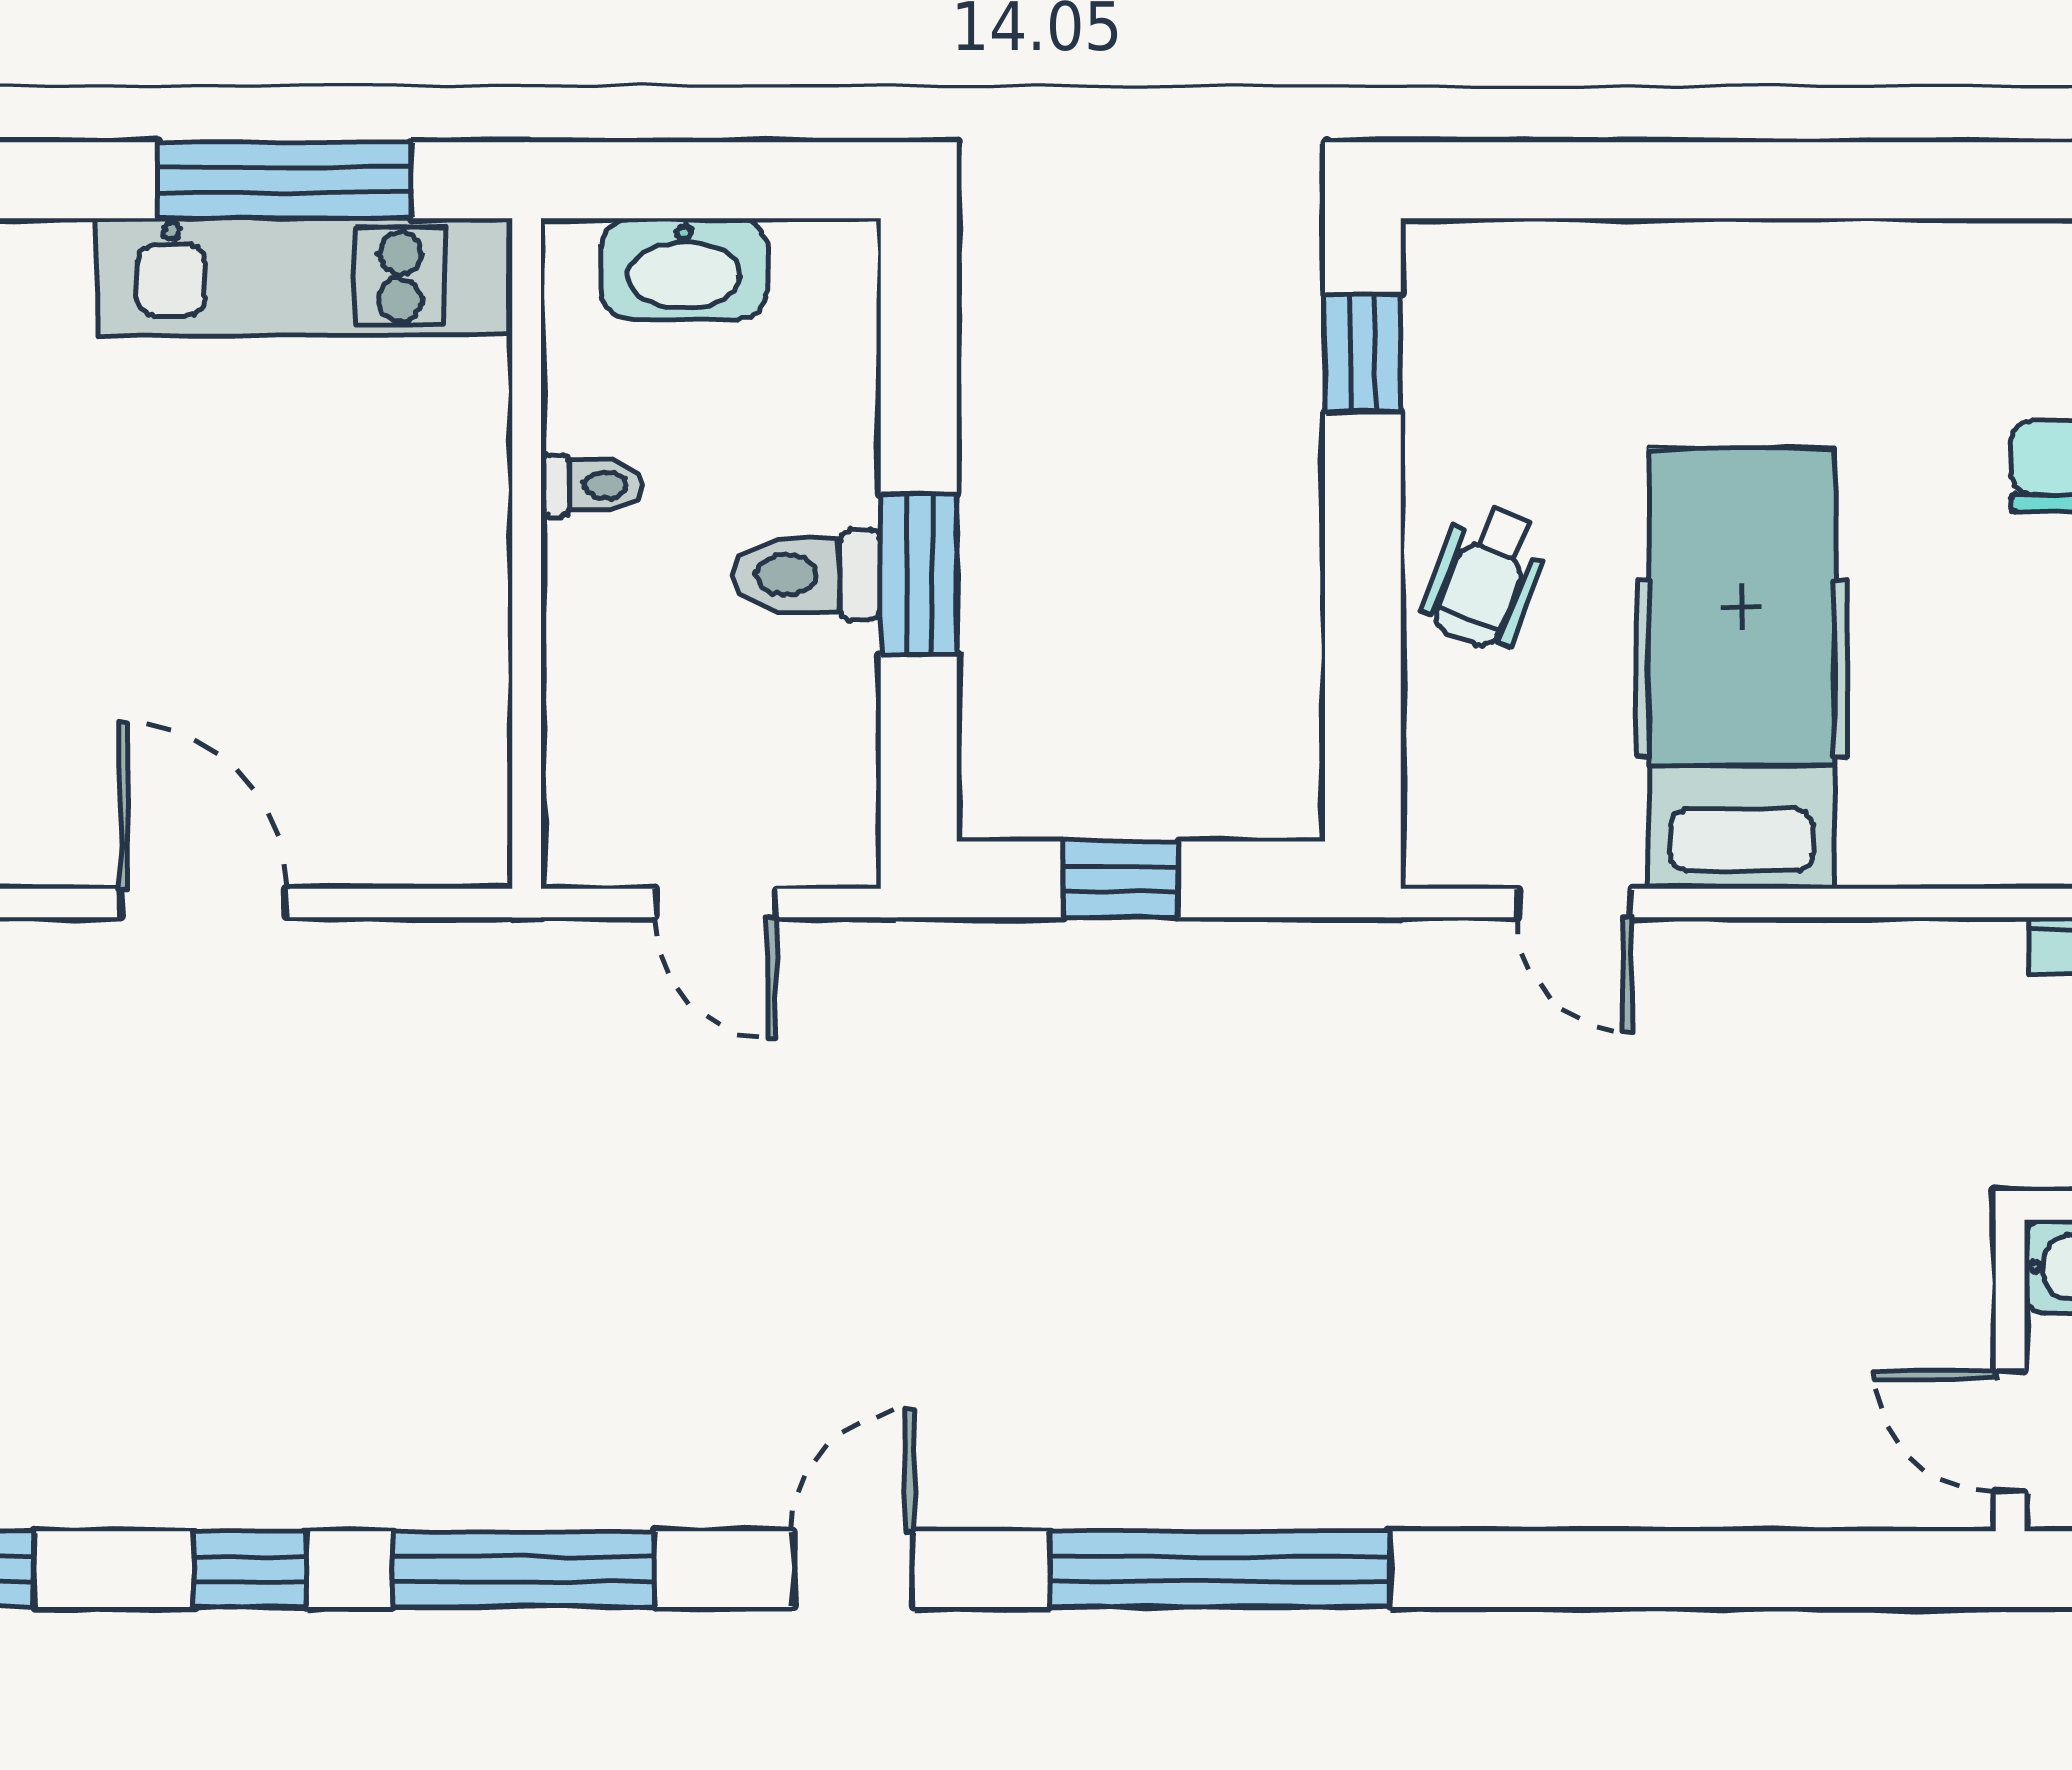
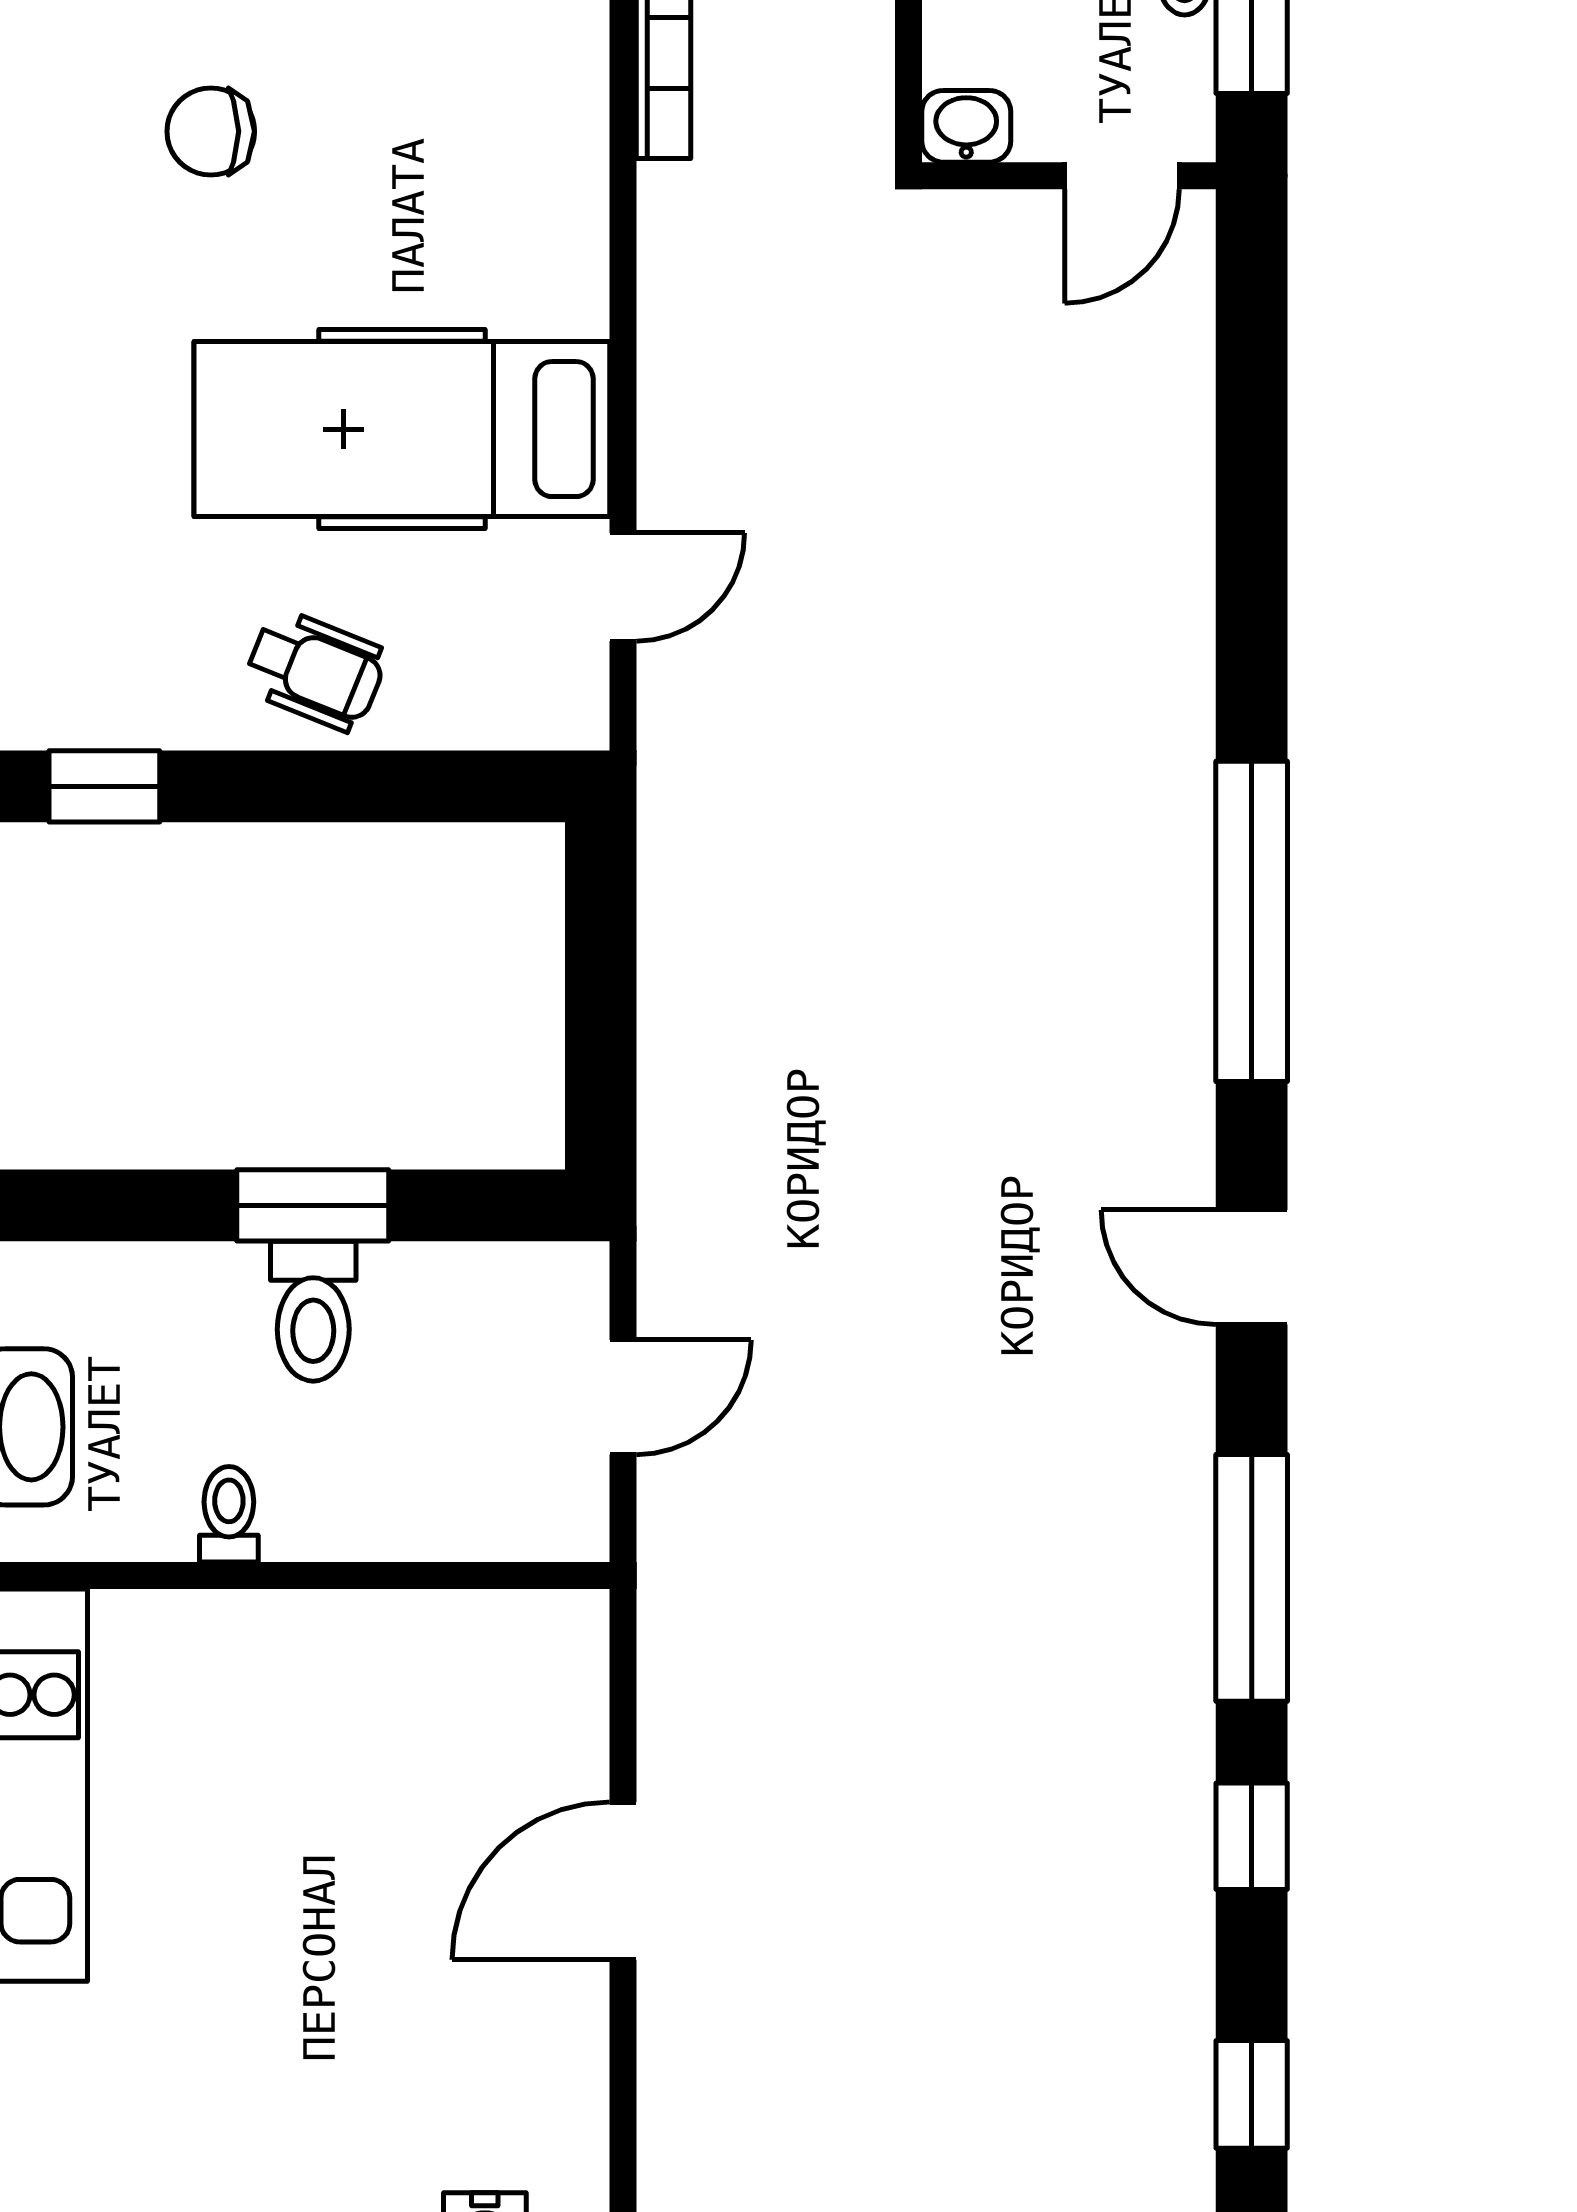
window: (1121, 879) -> (601, 1014), removed

